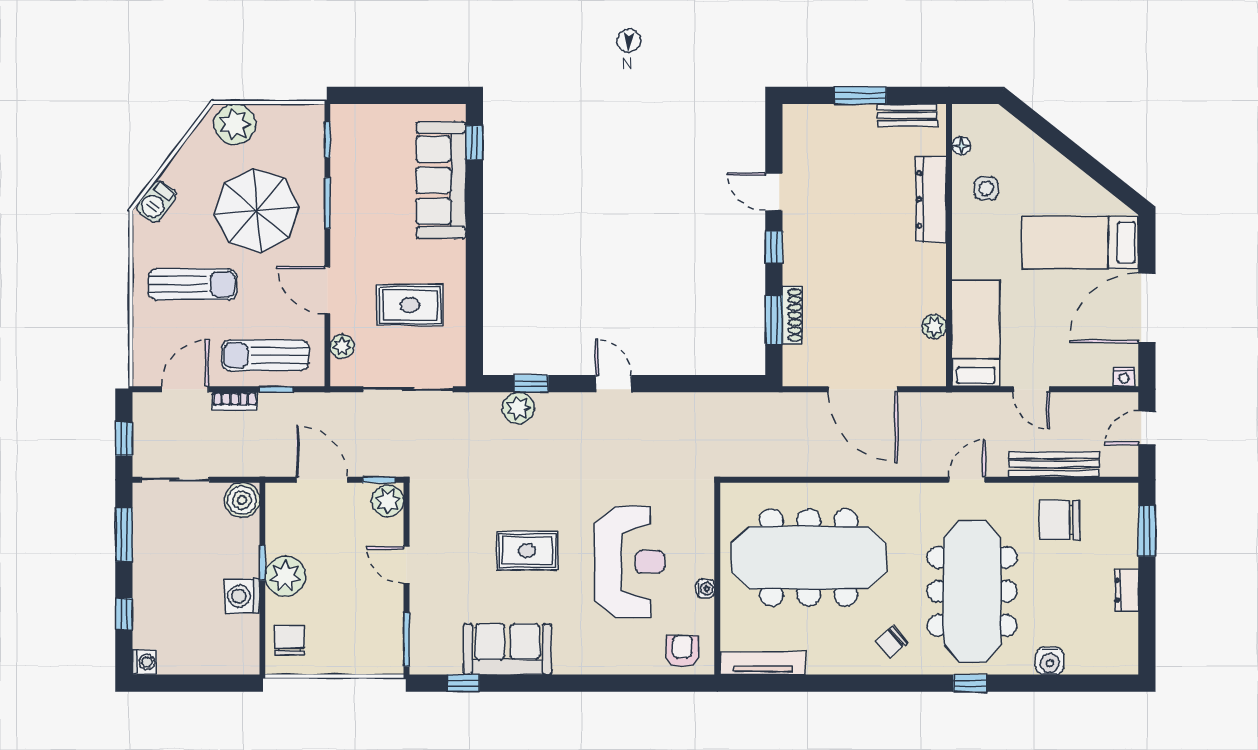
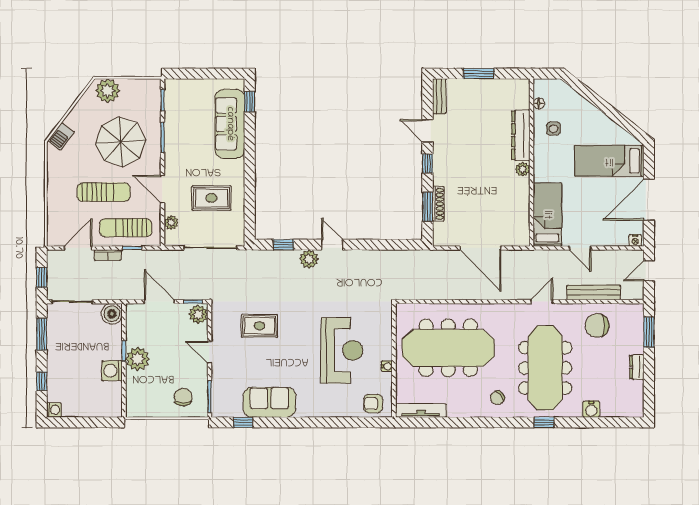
bench: (907, 115) -> (439, 96), moved, turned 90
sun lounger: (193, 284) -> (104, 192), moved
plant: (934, 326) -> (523, 169), moved
plant: (518, 408) -> (309, 259), moved
rug: (527, 551) -> (259, 326), moved
chair: (289, 641) -> (183, 397), moved
armchair: (682, 651) -> (373, 403), turned -90

